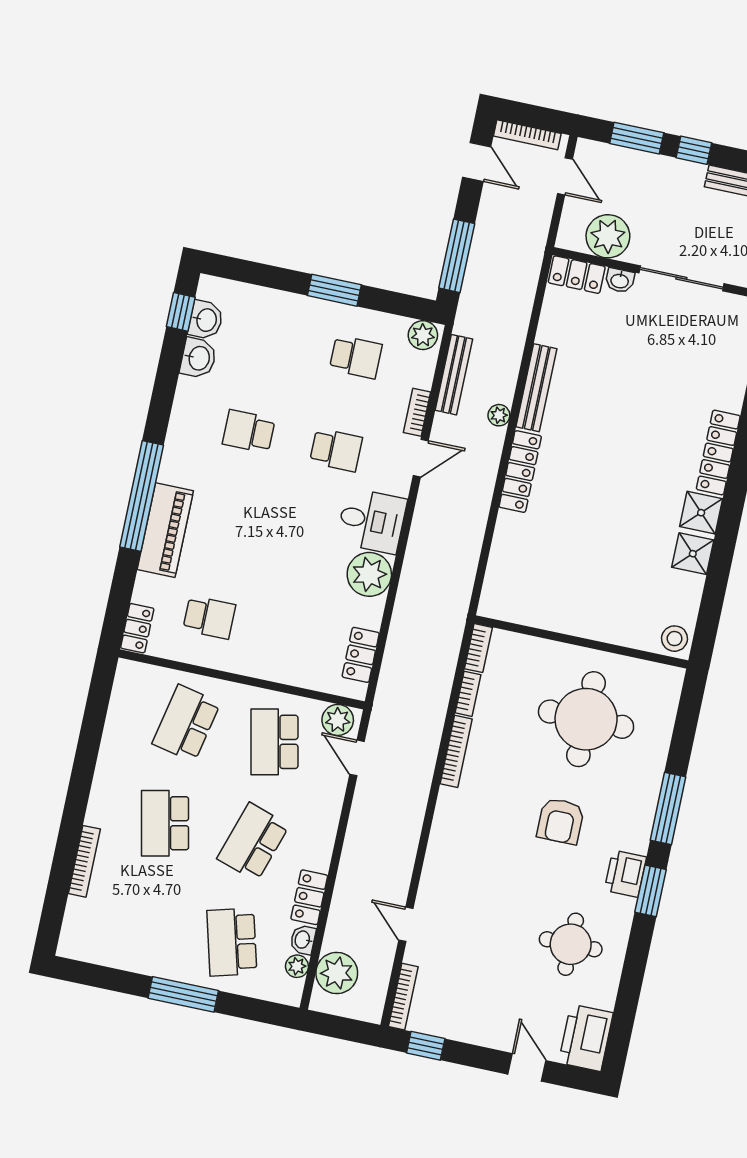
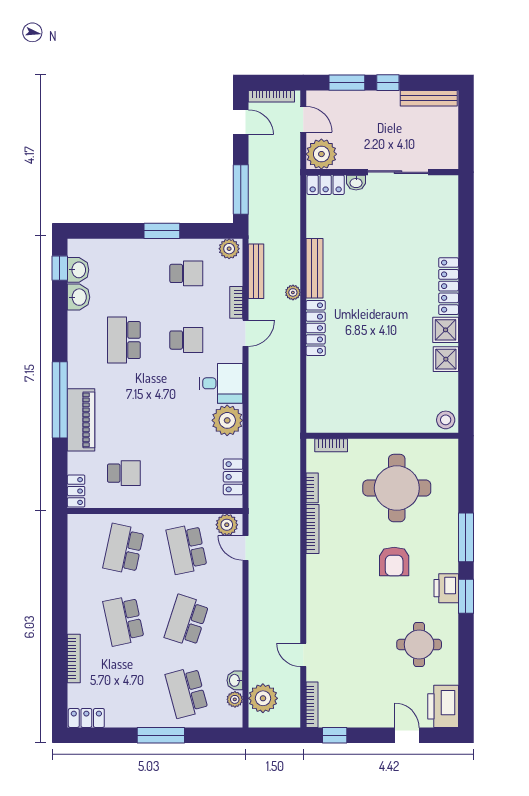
plant: (608, 236) -> (321, 154), moved
school desk: (249, 431) -> (124, 340), width x1.85
bookcase: (478, 648) -> (331, 445), moved, turned 90
locker: (309, 897) -> (86, 718), moved, turned 90

